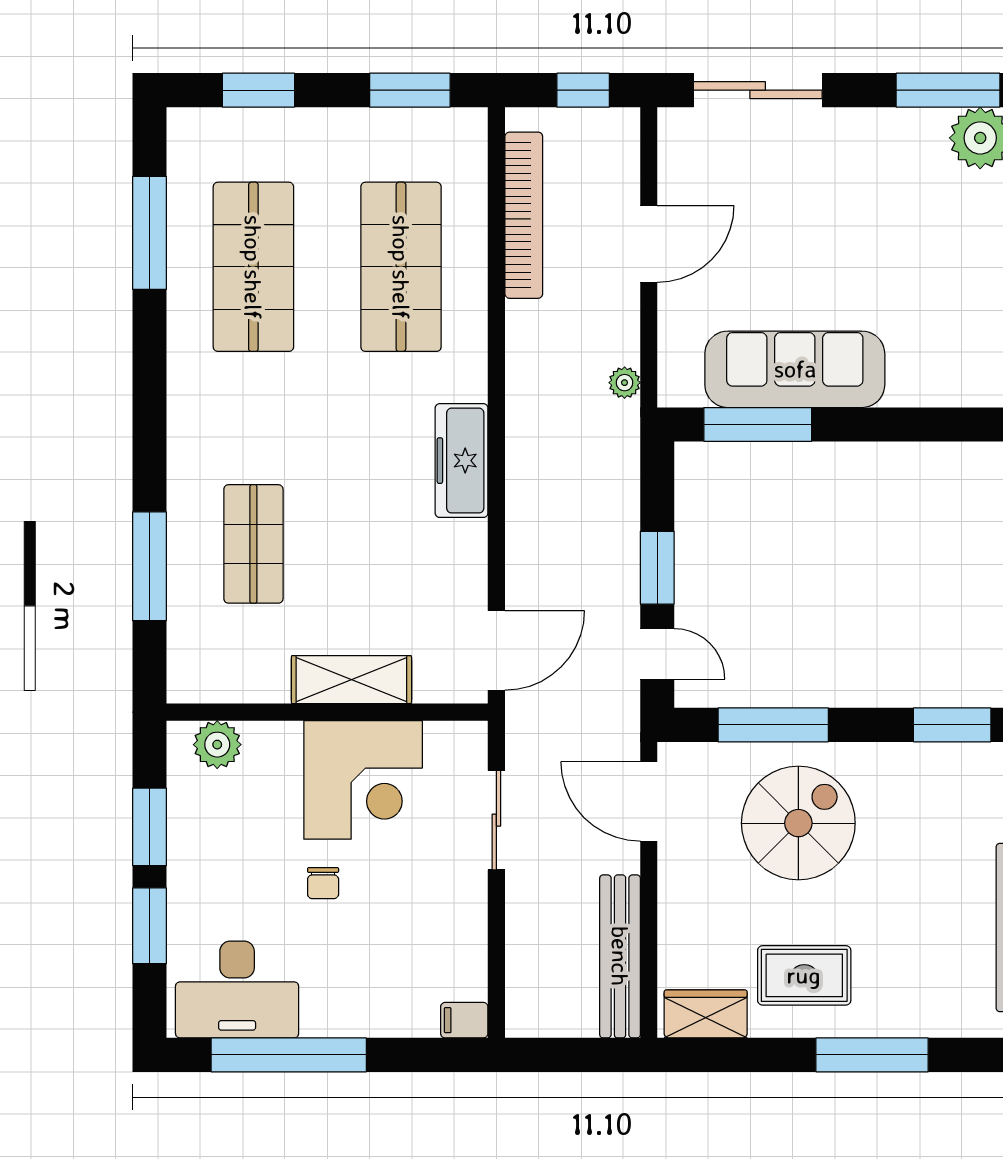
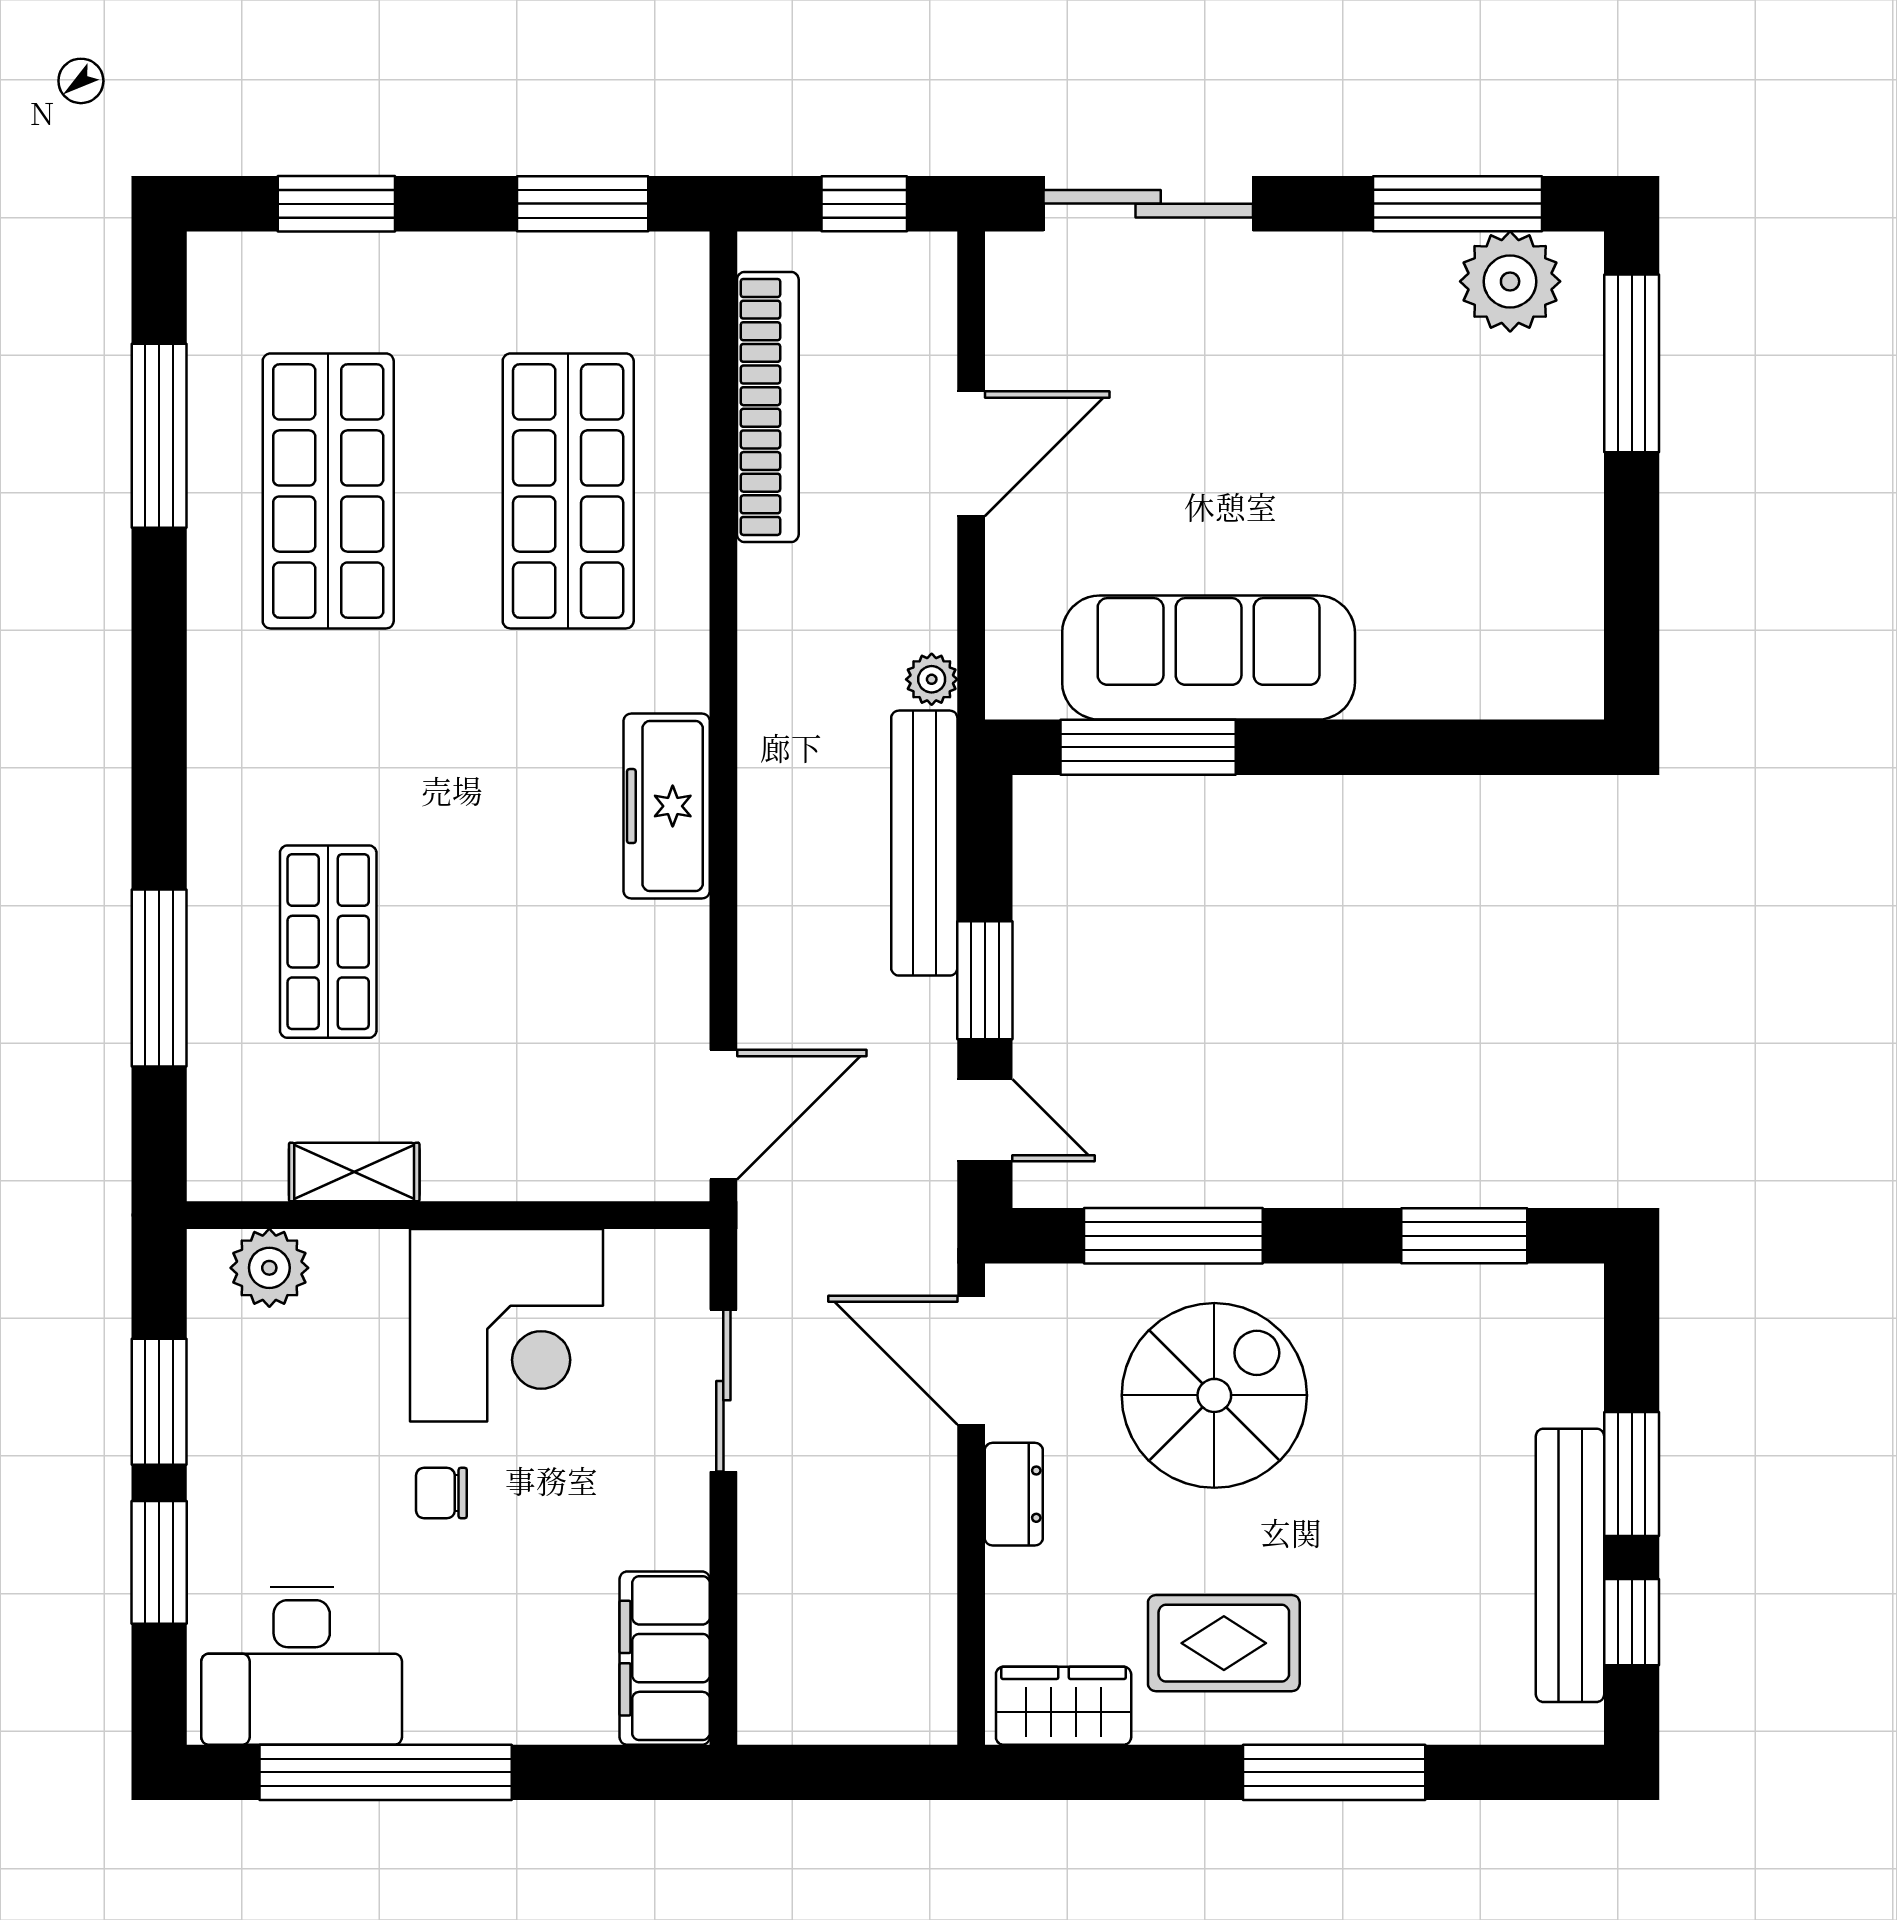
shelving: (351, 680) -> (354, 1172), moved, width x0.67, depth x0.75
chair: (323, 883) -> (441, 1493), turned 90
dresser: (675, 884) -> (1014, 1494), added
bench: (620, 956) -> (924, 843), moved
filing cabinet: (464, 1020) -> (665, 1658), width x3.00, depth x1.17

